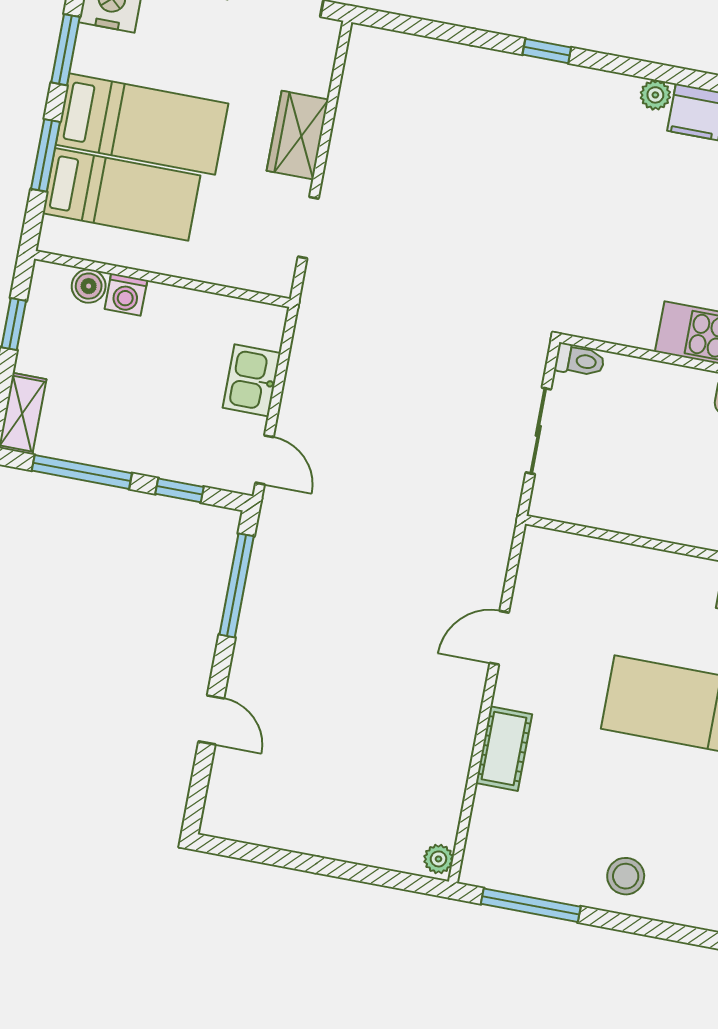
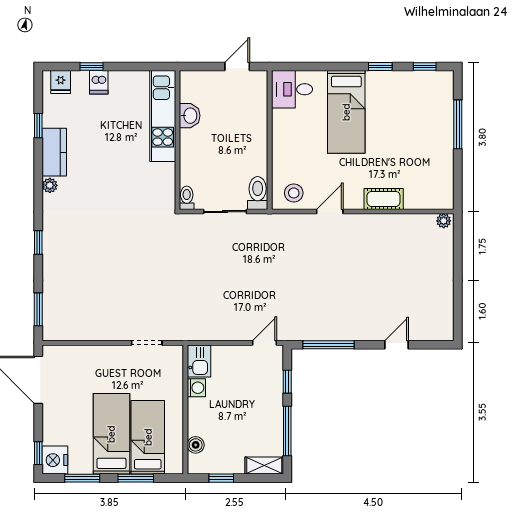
window: (415, 26) -> (38, 309), added
wardrobe: (298, 135) -> (102, 357), removed
washing machine: (126, 295) -> (196, 388), moved
kitchen sink: (252, 380) -> (199, 361), moved, turned -90
toilet: (563, 502) -> (258, 193), added
door: (499, 638) -> (330, 212), swing flipped
stool: (626, 876) -> (294, 193), moved
window: (531, 905) -> (458, 124), moved

